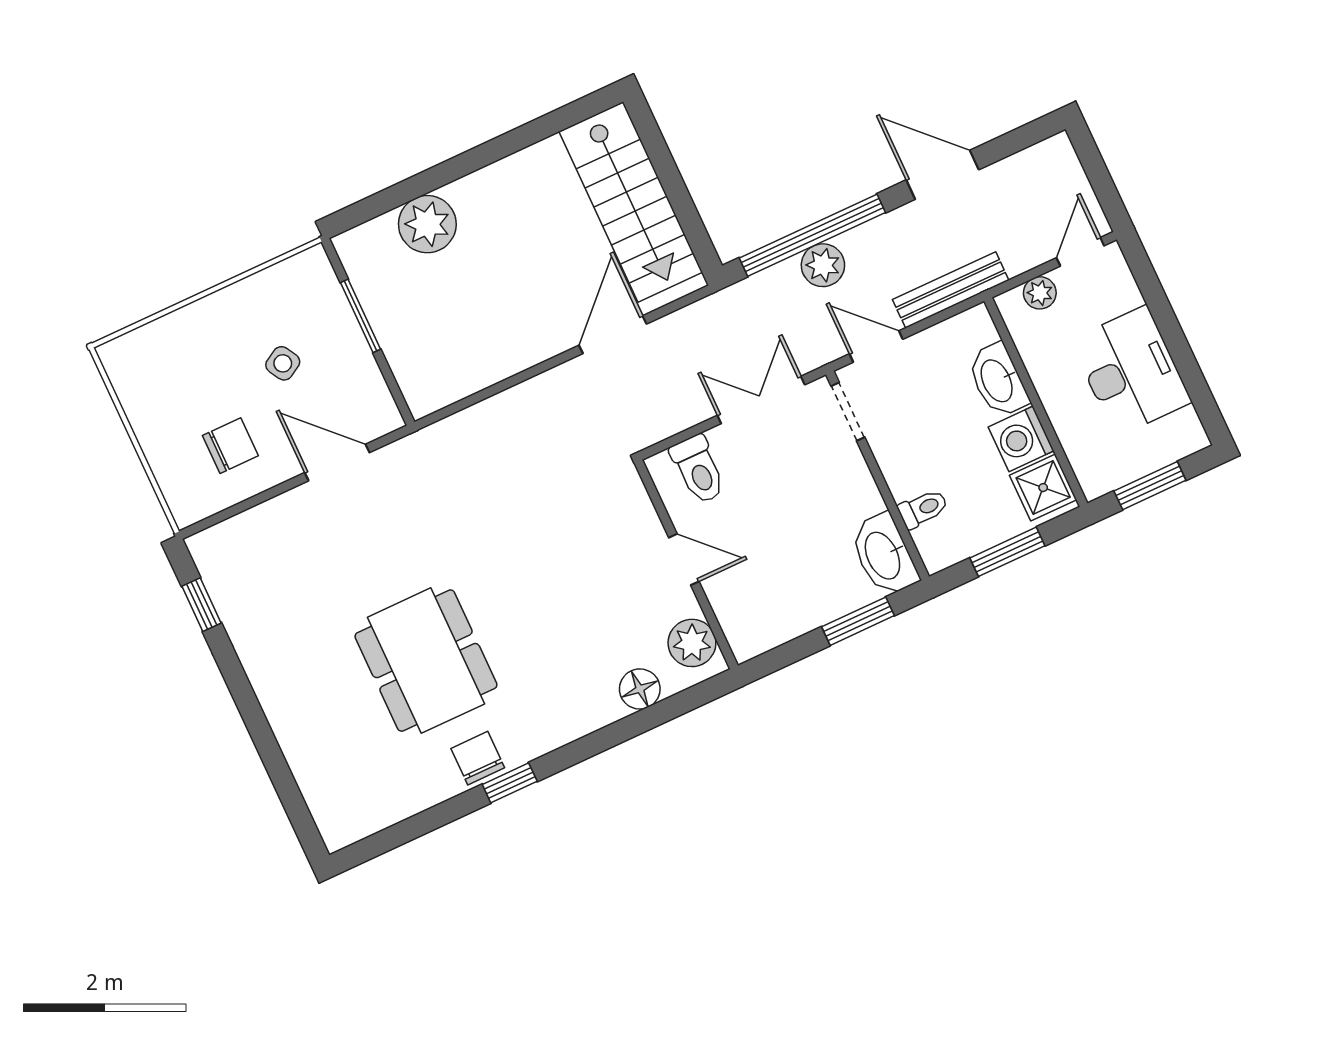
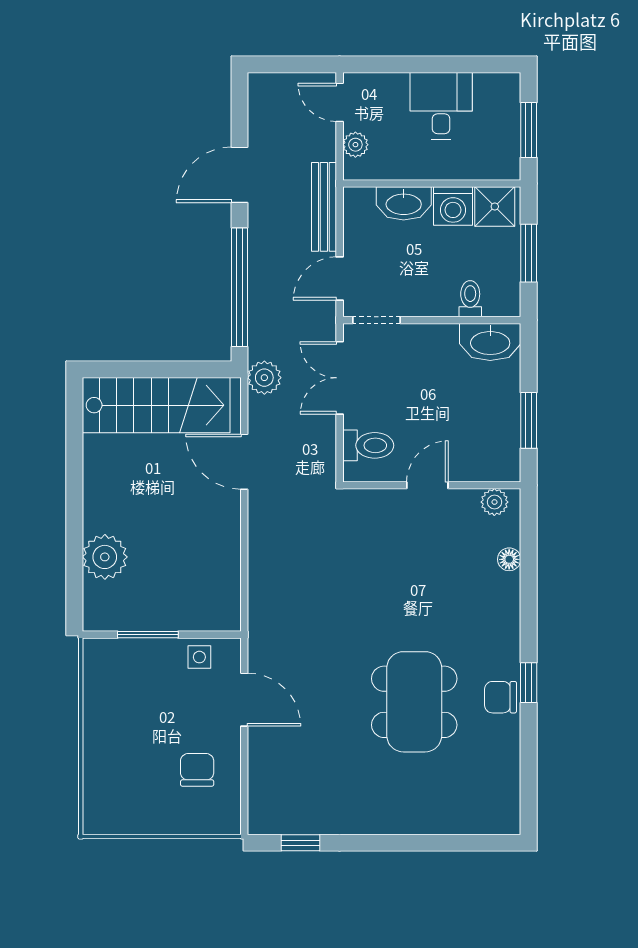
plant: (823, 265) -> (264, 378), moved
side table: (283, 363) -> (199, 657), moved, turned 30
desk: (1131, 371) -> (441, 106), width x0.73
door: (337, 463) -> (244, 700), swing flipped
window: (858, 621) -> (529, 420), moved
plant: (692, 643) -> (494, 502), width x0.73, depth x0.73
dining table: (426, 661) -> (414, 702), turned 90
floor lamp: (640, 689) -> (509, 559), width x0.73, depth x0.73

